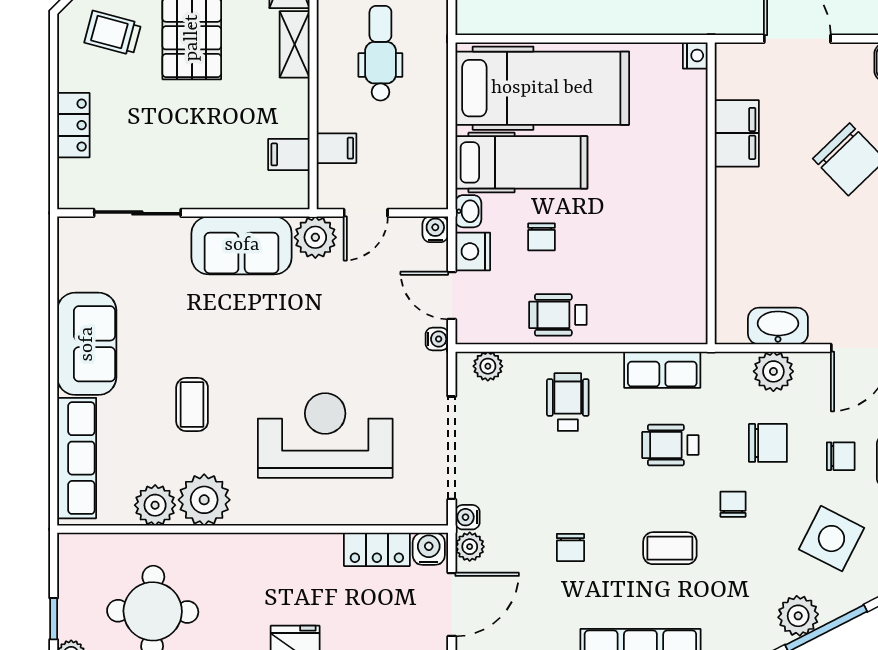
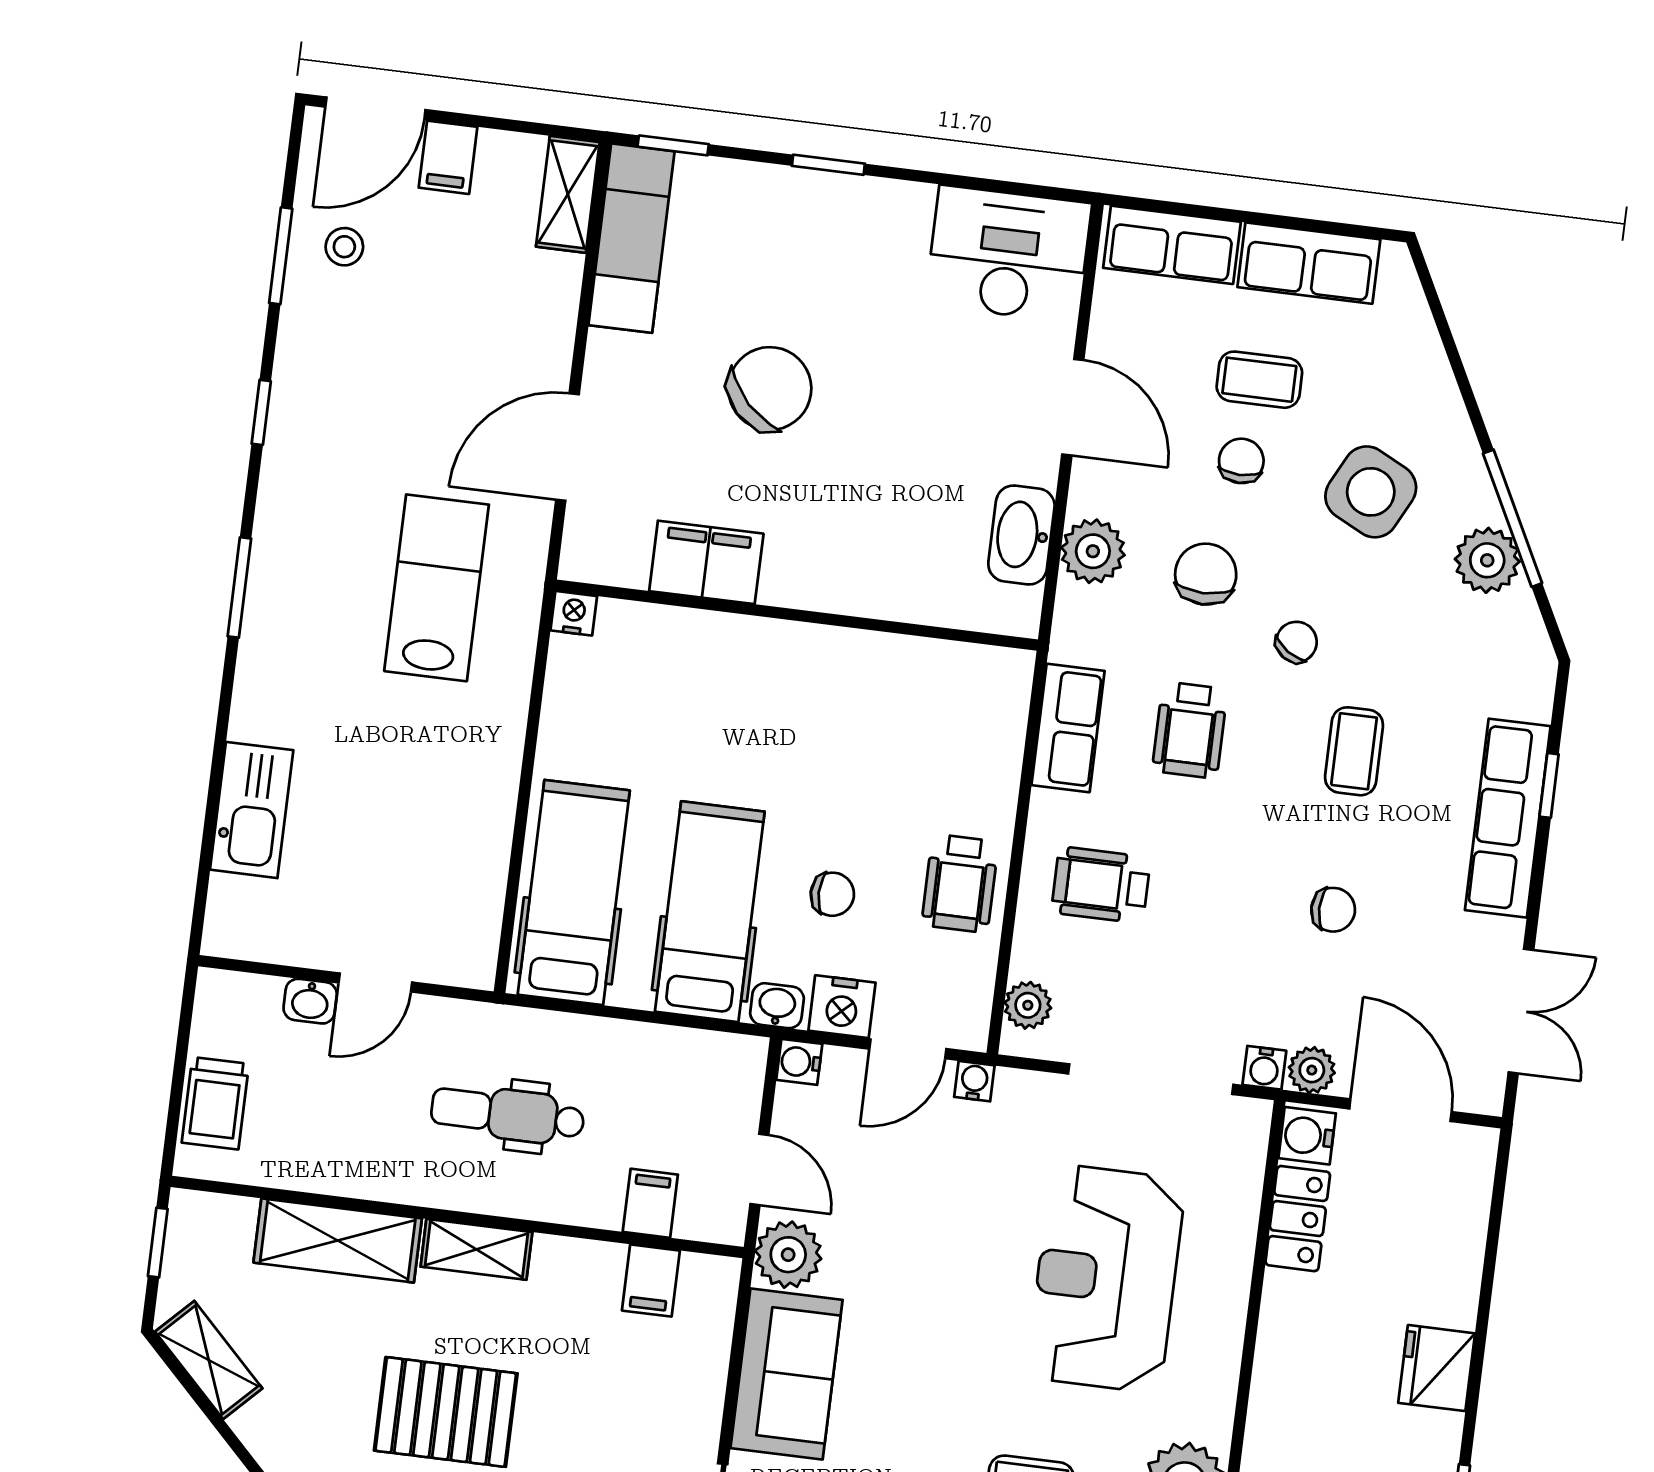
hospital bed: (542, 88) -> (574, 892), width x0.73, depth x0.78
chair: (733, 504) -> (1296, 642), turned 124

